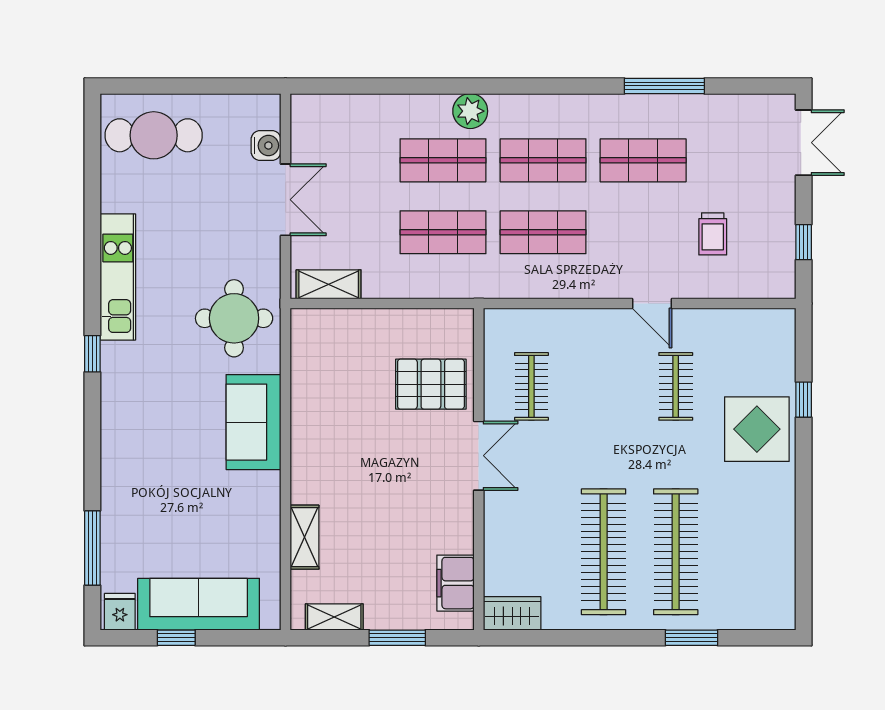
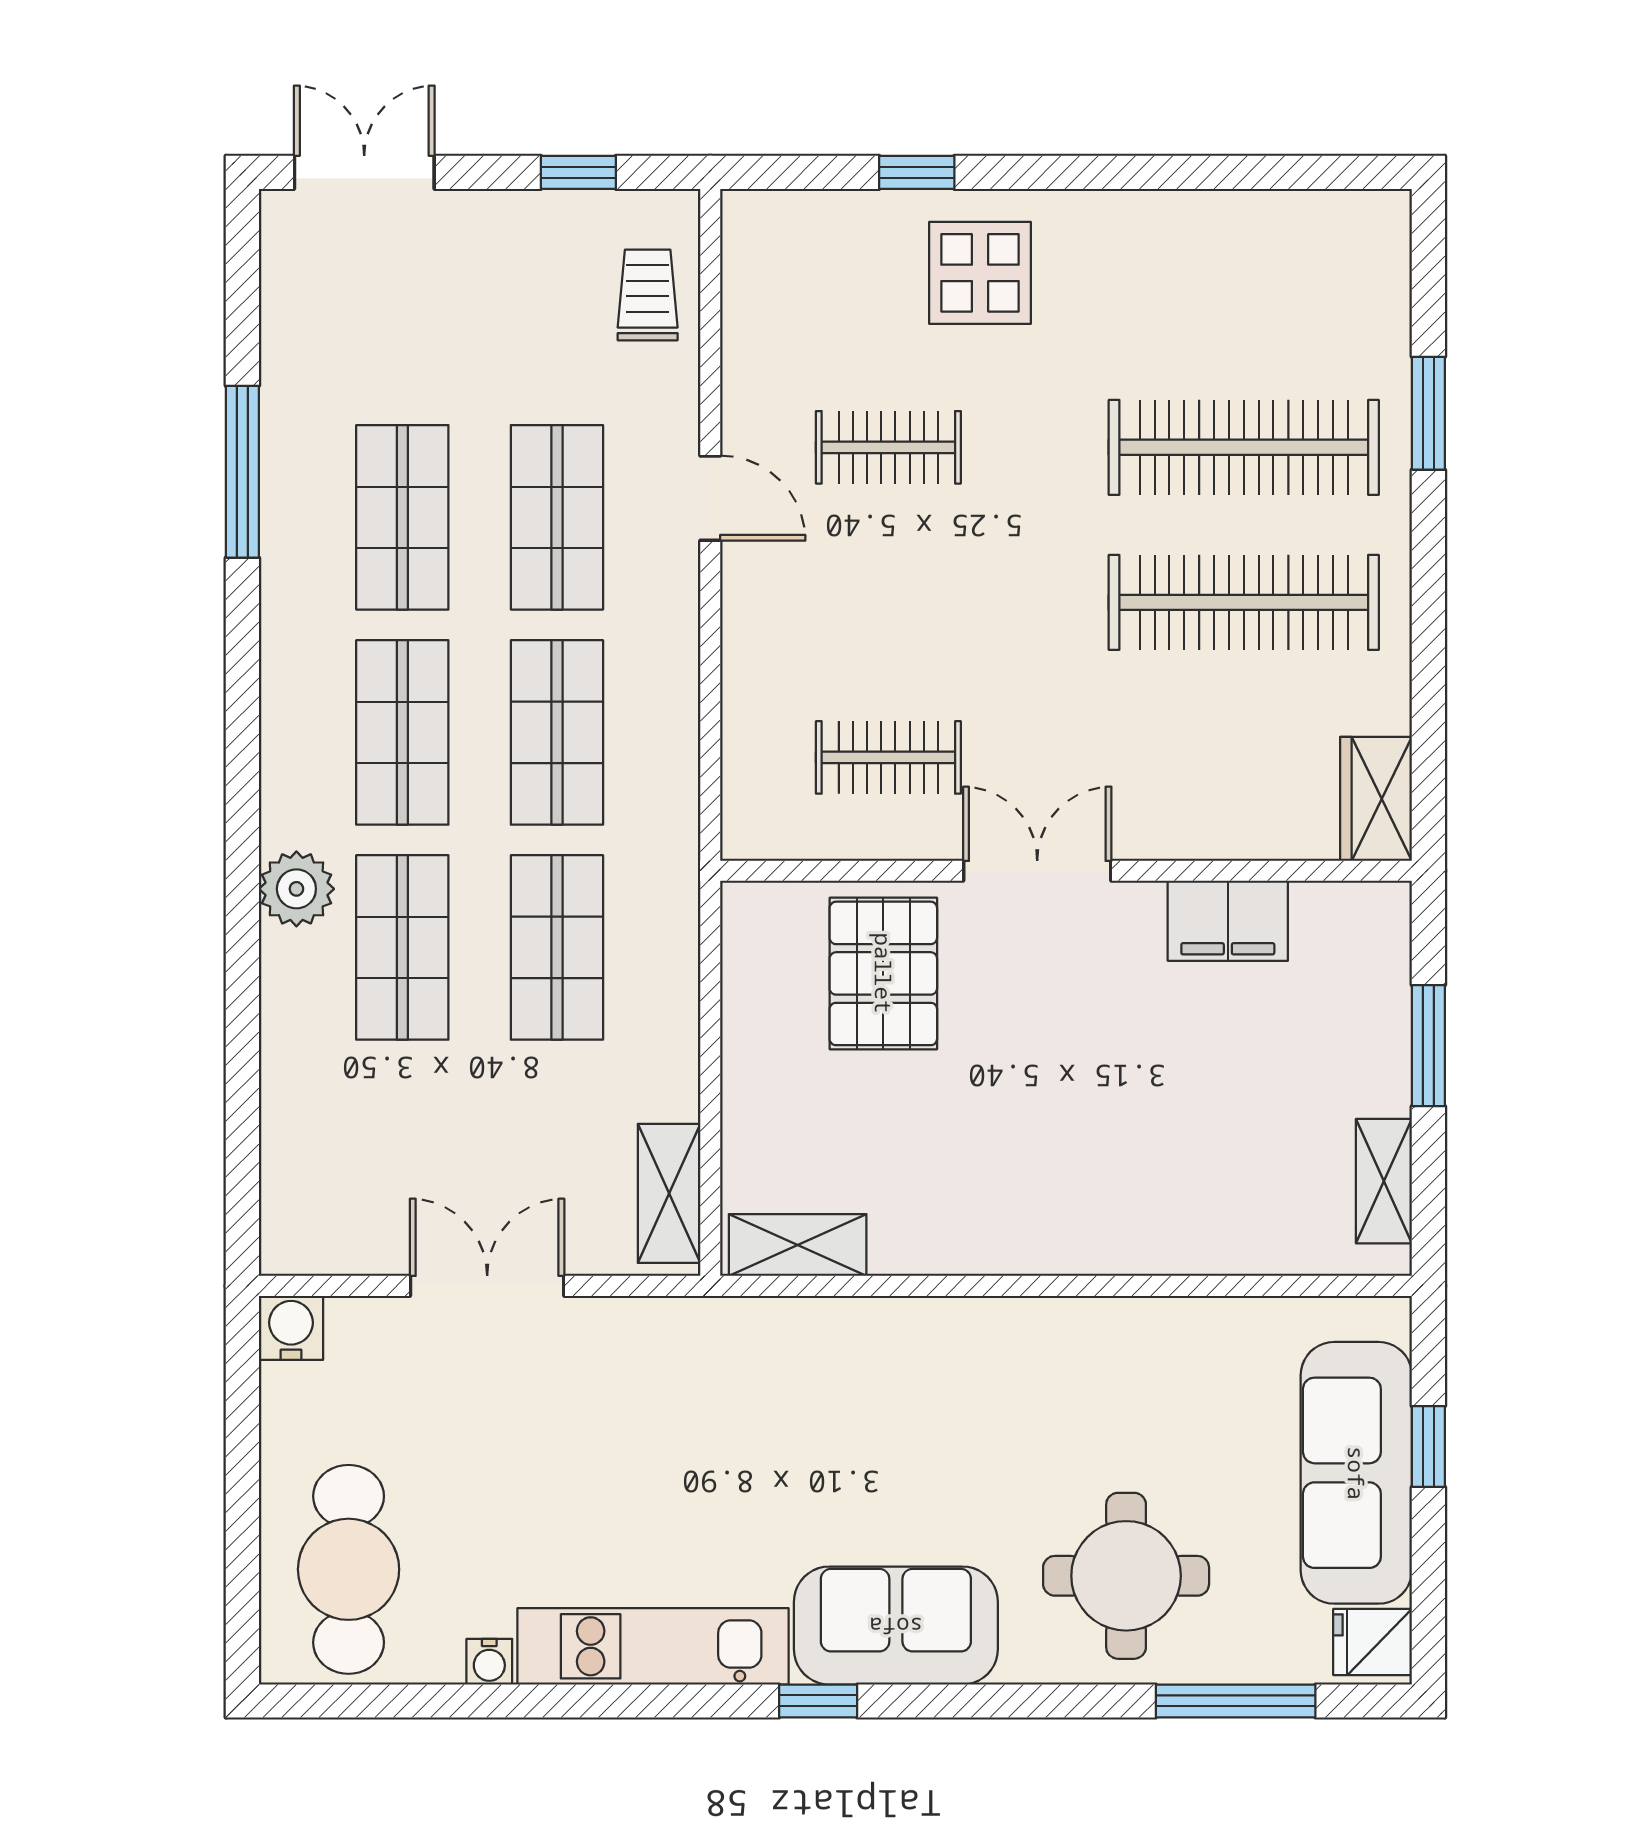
water cooler: (266, 146) -> (291, 1328), moved
water cooler: (111, 201) -> (489, 1662), added
shop shelf: (643, 232) -> (557, 517), added
trolley: (713, 234) -> (648, 295), moved, turned -90
door: (652, 304) -> (710, 498), hinge flipped
round table: (234, 318) -> (1126, 1576), moved
sofa: (253, 422) -> (896, 1626), moved, turned 180
display table: (757, 429) -> (980, 273), width x0.73, depth x0.73
shelving: (305, 537) -> (798, 1245), moved
filing cabinet: (455, 583) -> (1228, 921), moved
window: (176, 638) -> (1428, 1446), moved

